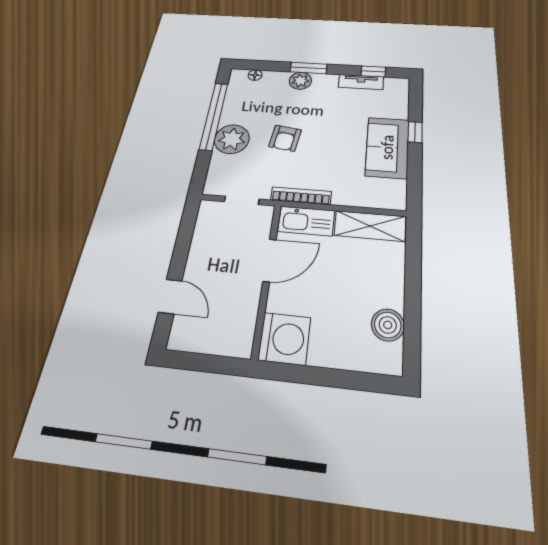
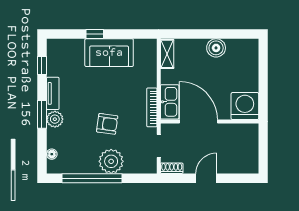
tv unit: (361, 82) -> (53, 93), moved
shoe rack: (205, 215) -> (172, 168), added
shelving: (370, 226) -> (167, 54), width x0.67, depth x0.75
door: (270, 260) -> (198, 122), width x1.36
door: (170, 296) -> (206, 178), moved
boiler: (388, 325) -> (216, 48), moved

